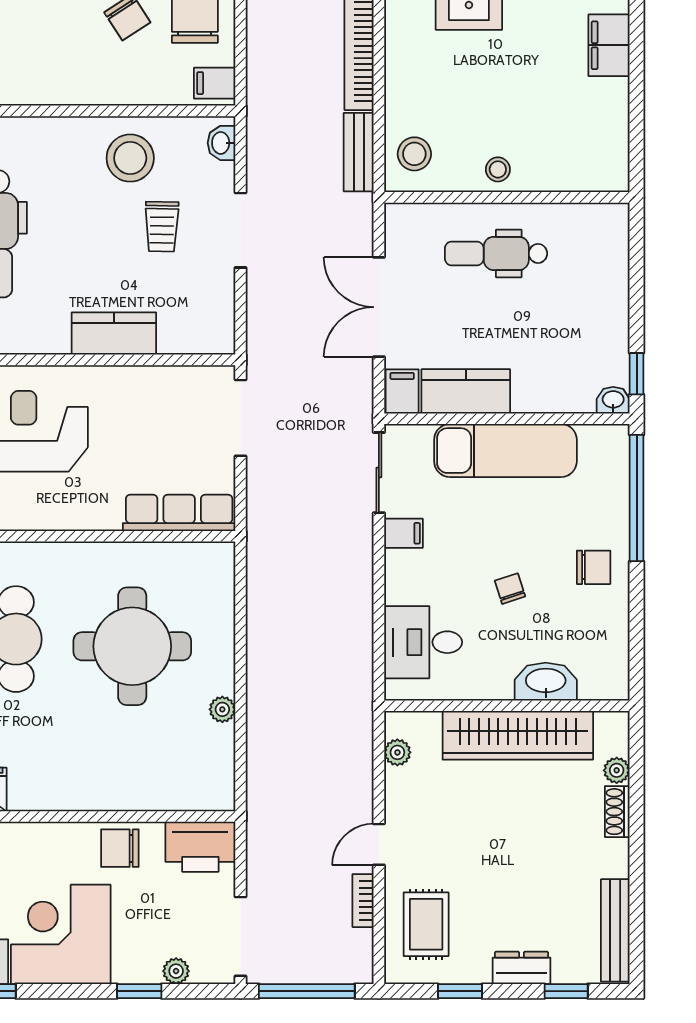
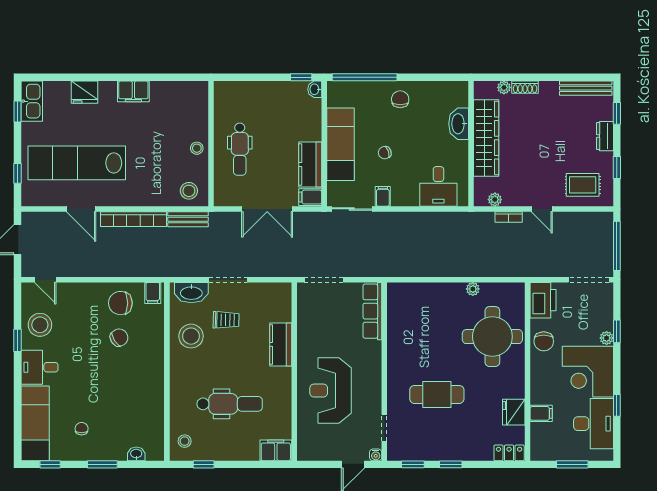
washbasin: (221, 143) -> (191, 293), width x1.91, depth x1.45
chair: (510, 589) -> (385, 153), moved
round table: (132, 646) -> (492, 337), moved
bookcase: (363, 901) -> (509, 217), moved
plant: (176, 971) -> (607, 338), moved

